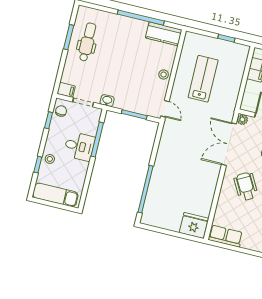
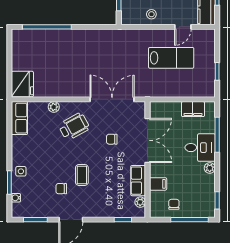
stool: (164, 75) -> (151, 14), moved
door: (165, 109) -> (183, 27), moved
plant: (242, 120) -> (54, 107), moved

